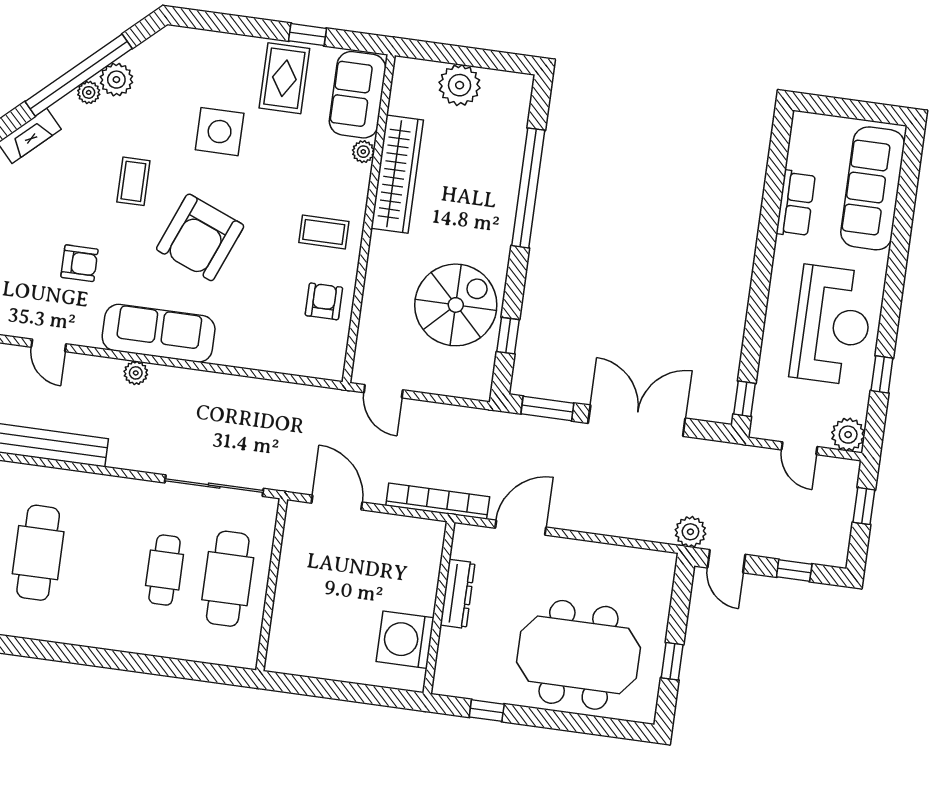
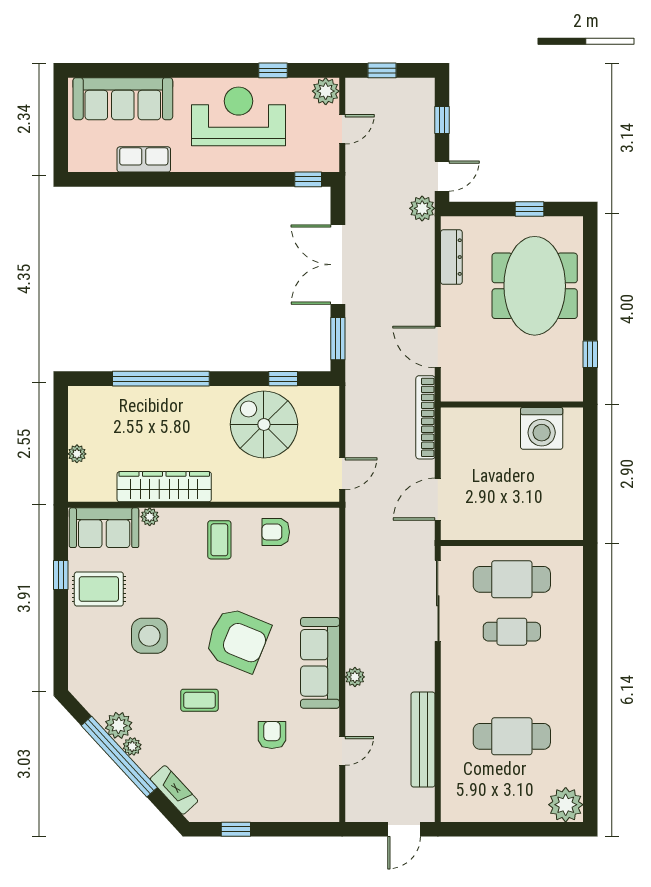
plant: (460, 85) -> (77, 454), width x0.53, depth x0.53
dresser: (458, 594) -> (451, 257), moved, turned 90

